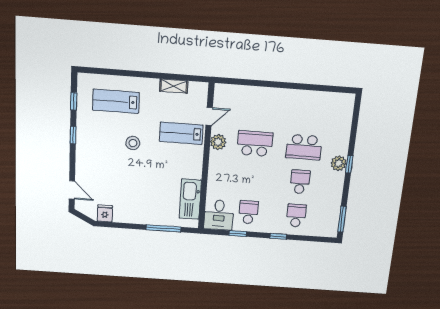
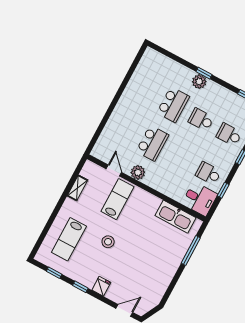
lab bench: (181, 133) -> (117, 199), turned 180
school desk: (255, 144) -> (152, 143), turned 180
fridge: (105, 213) -> (101, 286), moved, turned 90

